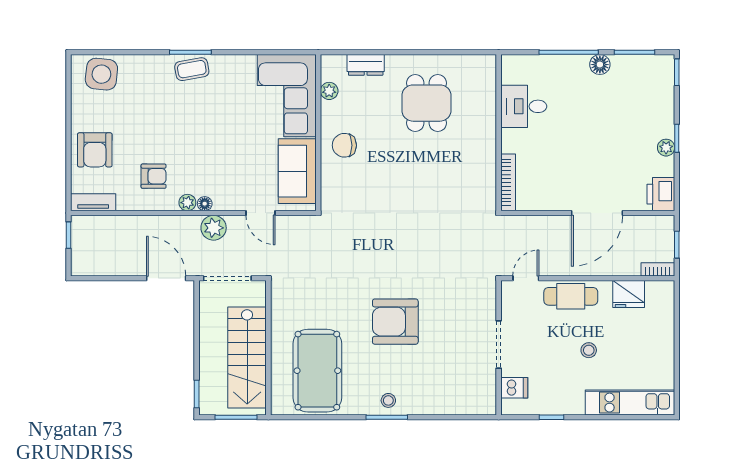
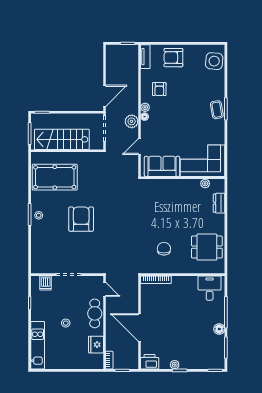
dining table: (426, 103) -> (207, 247), moved
desk: (524, 106) -> (210, 288), moved
chair: (344, 145) -> (164, 249), moved

